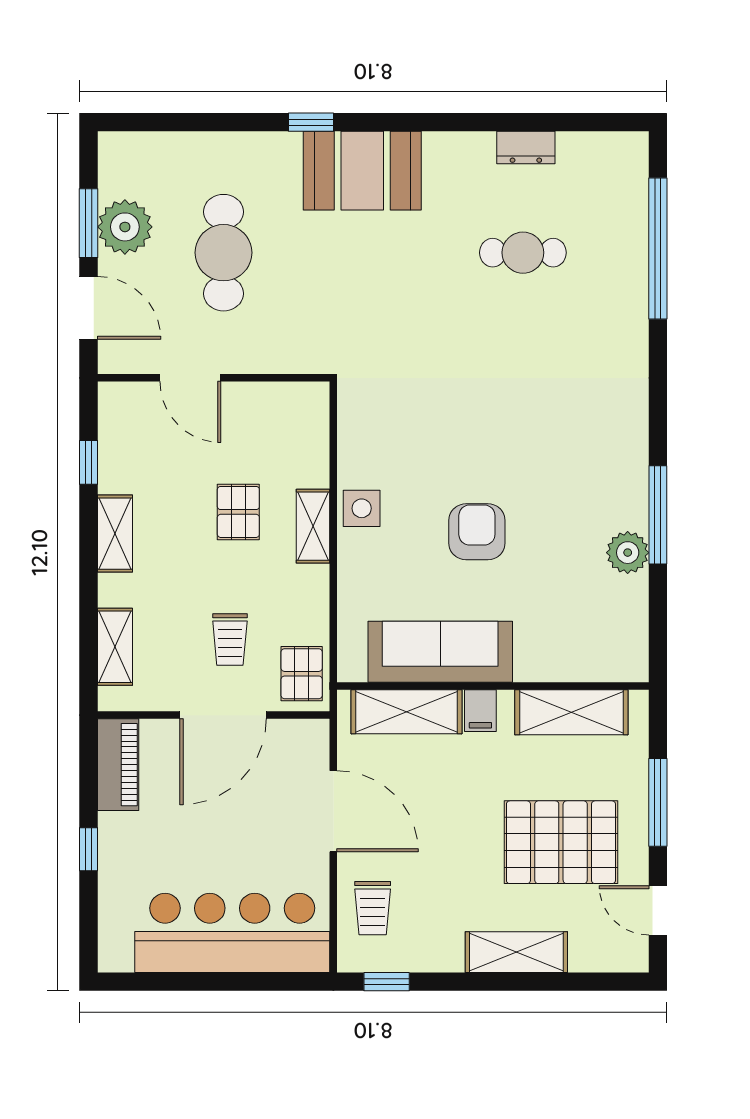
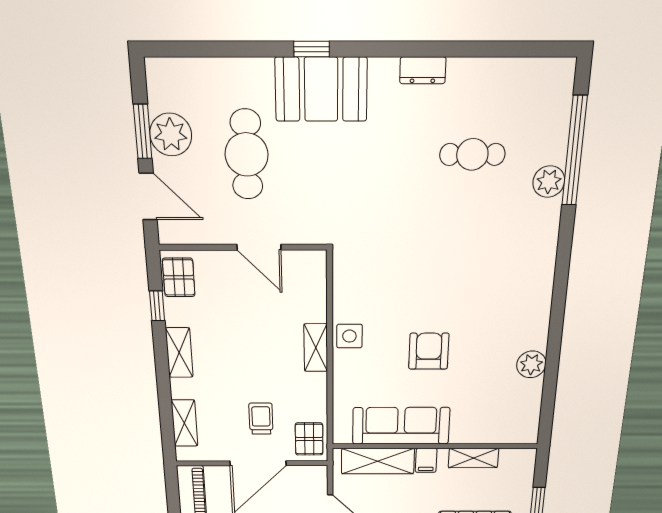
dresser: (526, 147) -> (423, 70), moved
booth: (362, 171) -> (321, 89), moved
plant: (628, 288) -> (549, 182), added
door: (190, 378) -> (259, 247), moved
pallet: (238, 512) -> (179, 277), moved
window: (658, 515) -> (555, 340), removed
trolley: (230, 640) -> (261, 419), turned 180
shelving: (571, 712) -> (473, 458), width x0.67, depth x0.75

